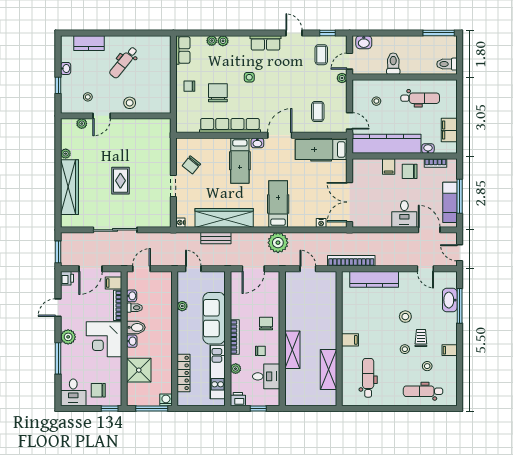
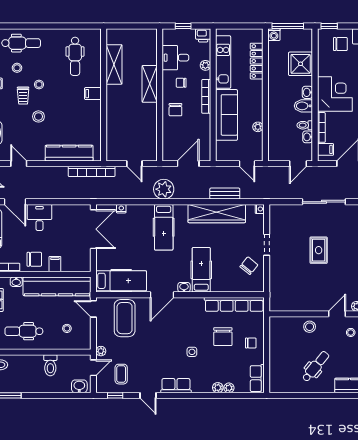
coffee table: (318, 112) -> (125, 318), width x1.86, depth x1.72
row of seats: (230, 126) -> (234, 304), moved

